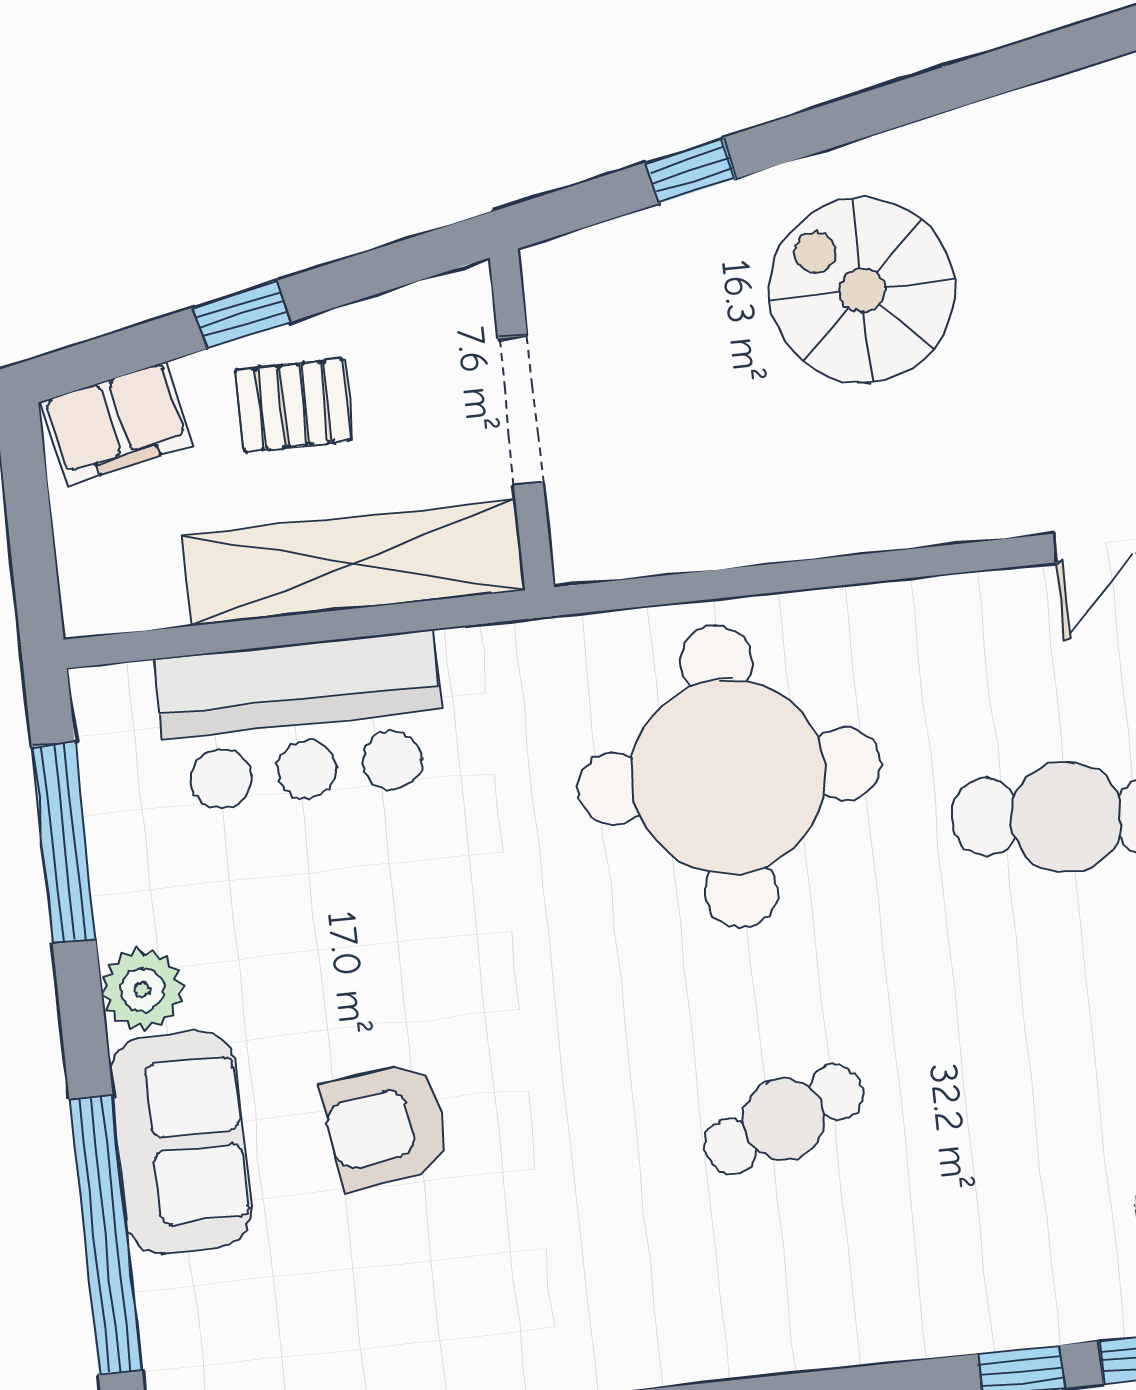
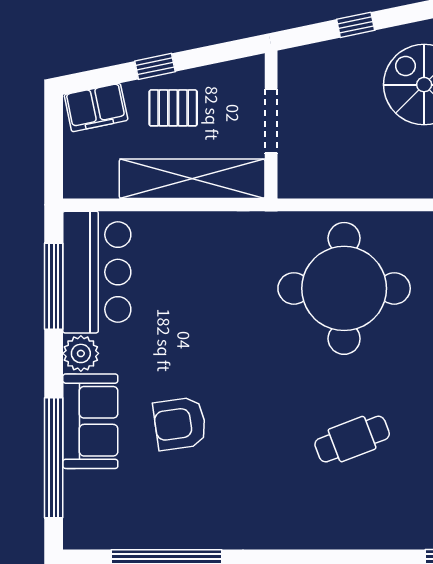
bar counter: (301, 721) -> (97, 272), moved, turned -90

